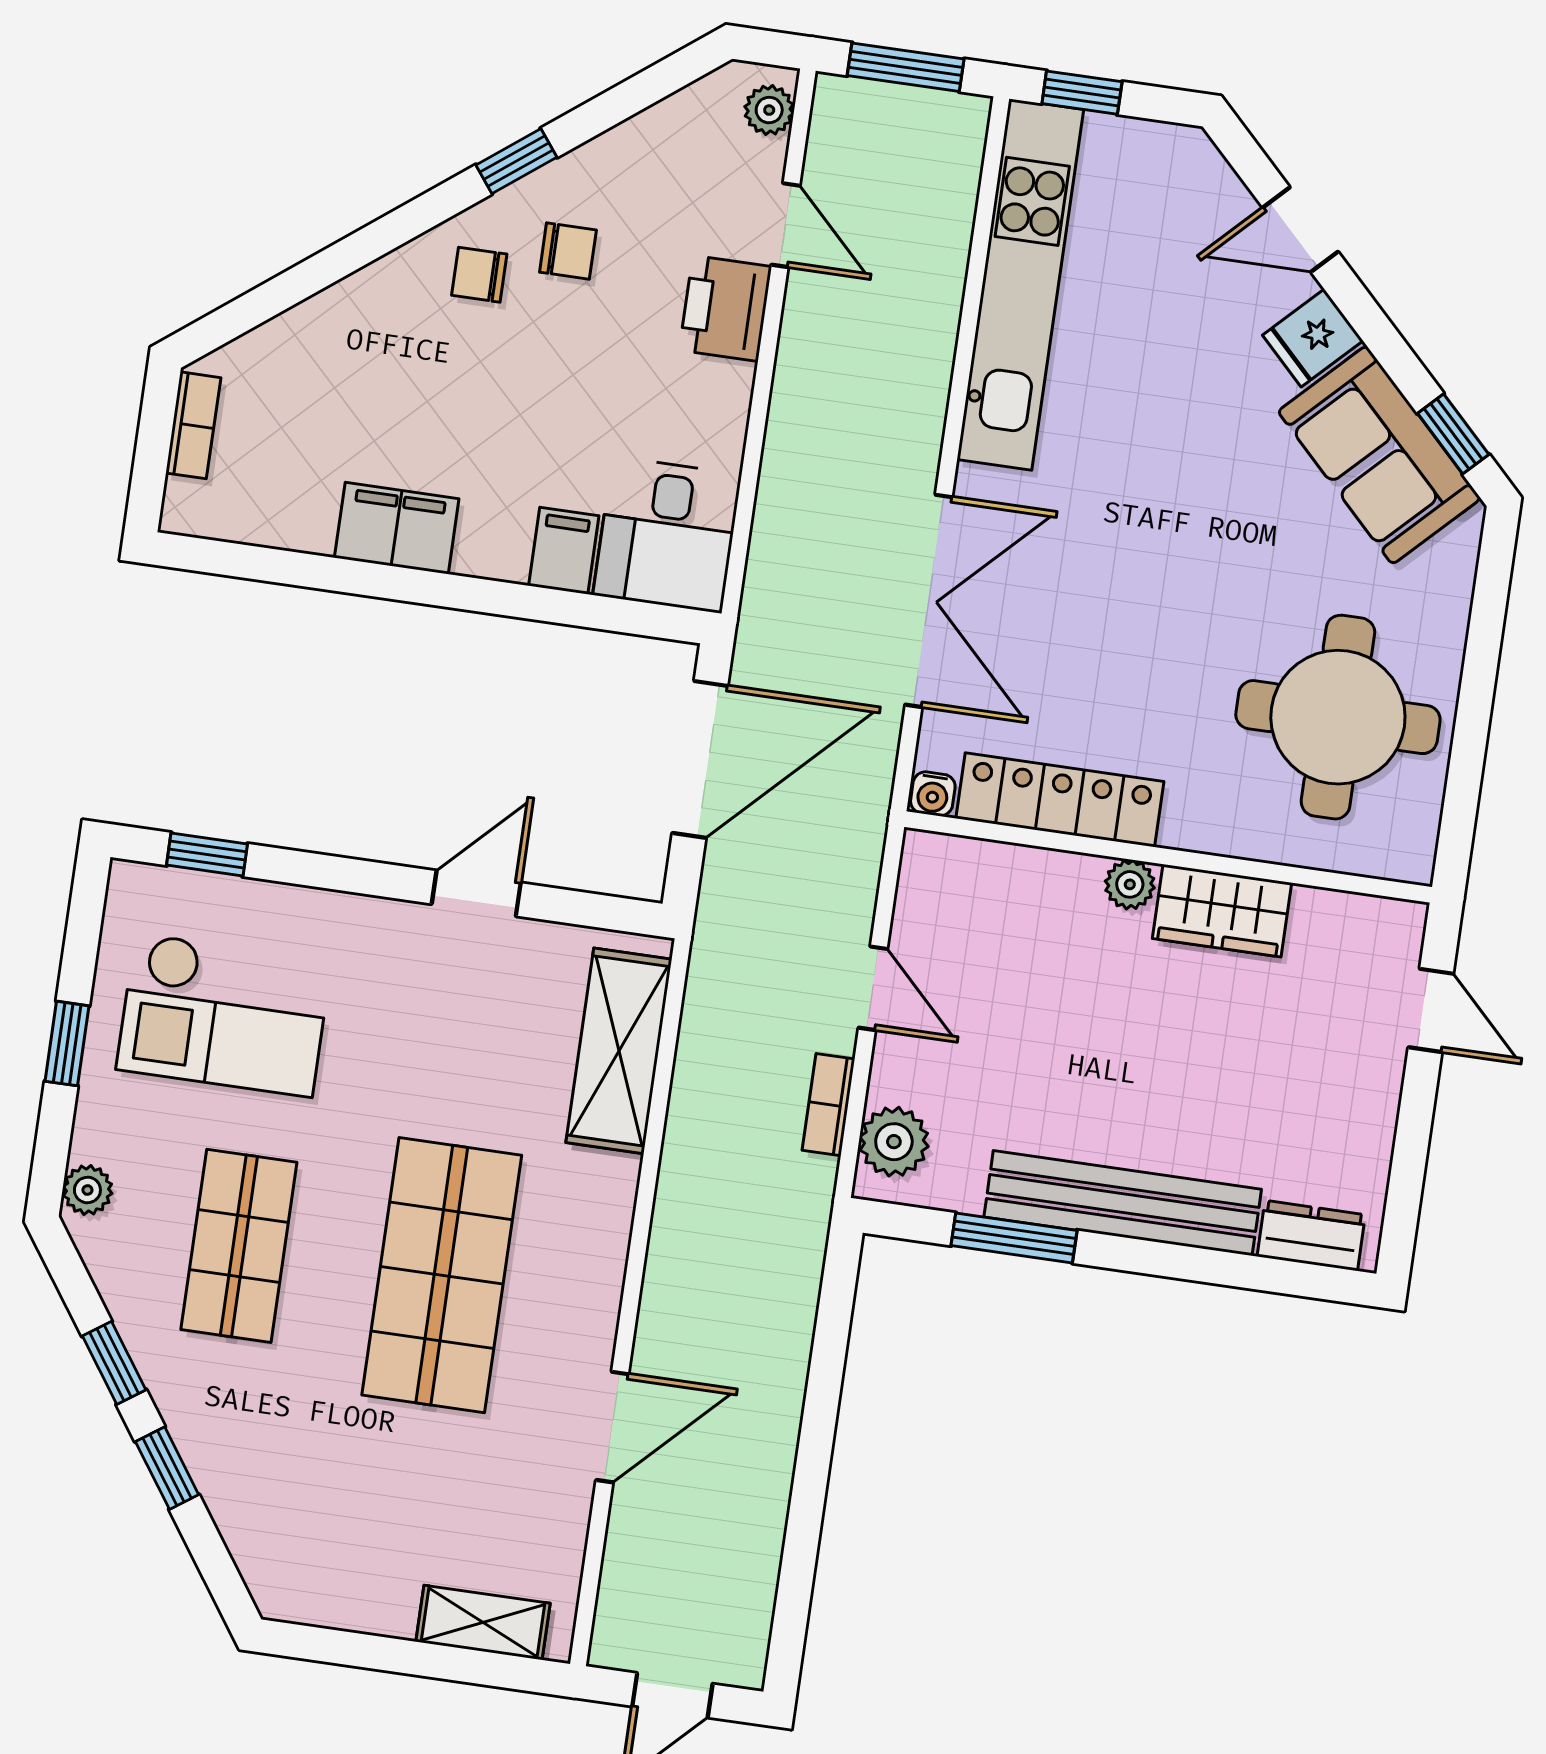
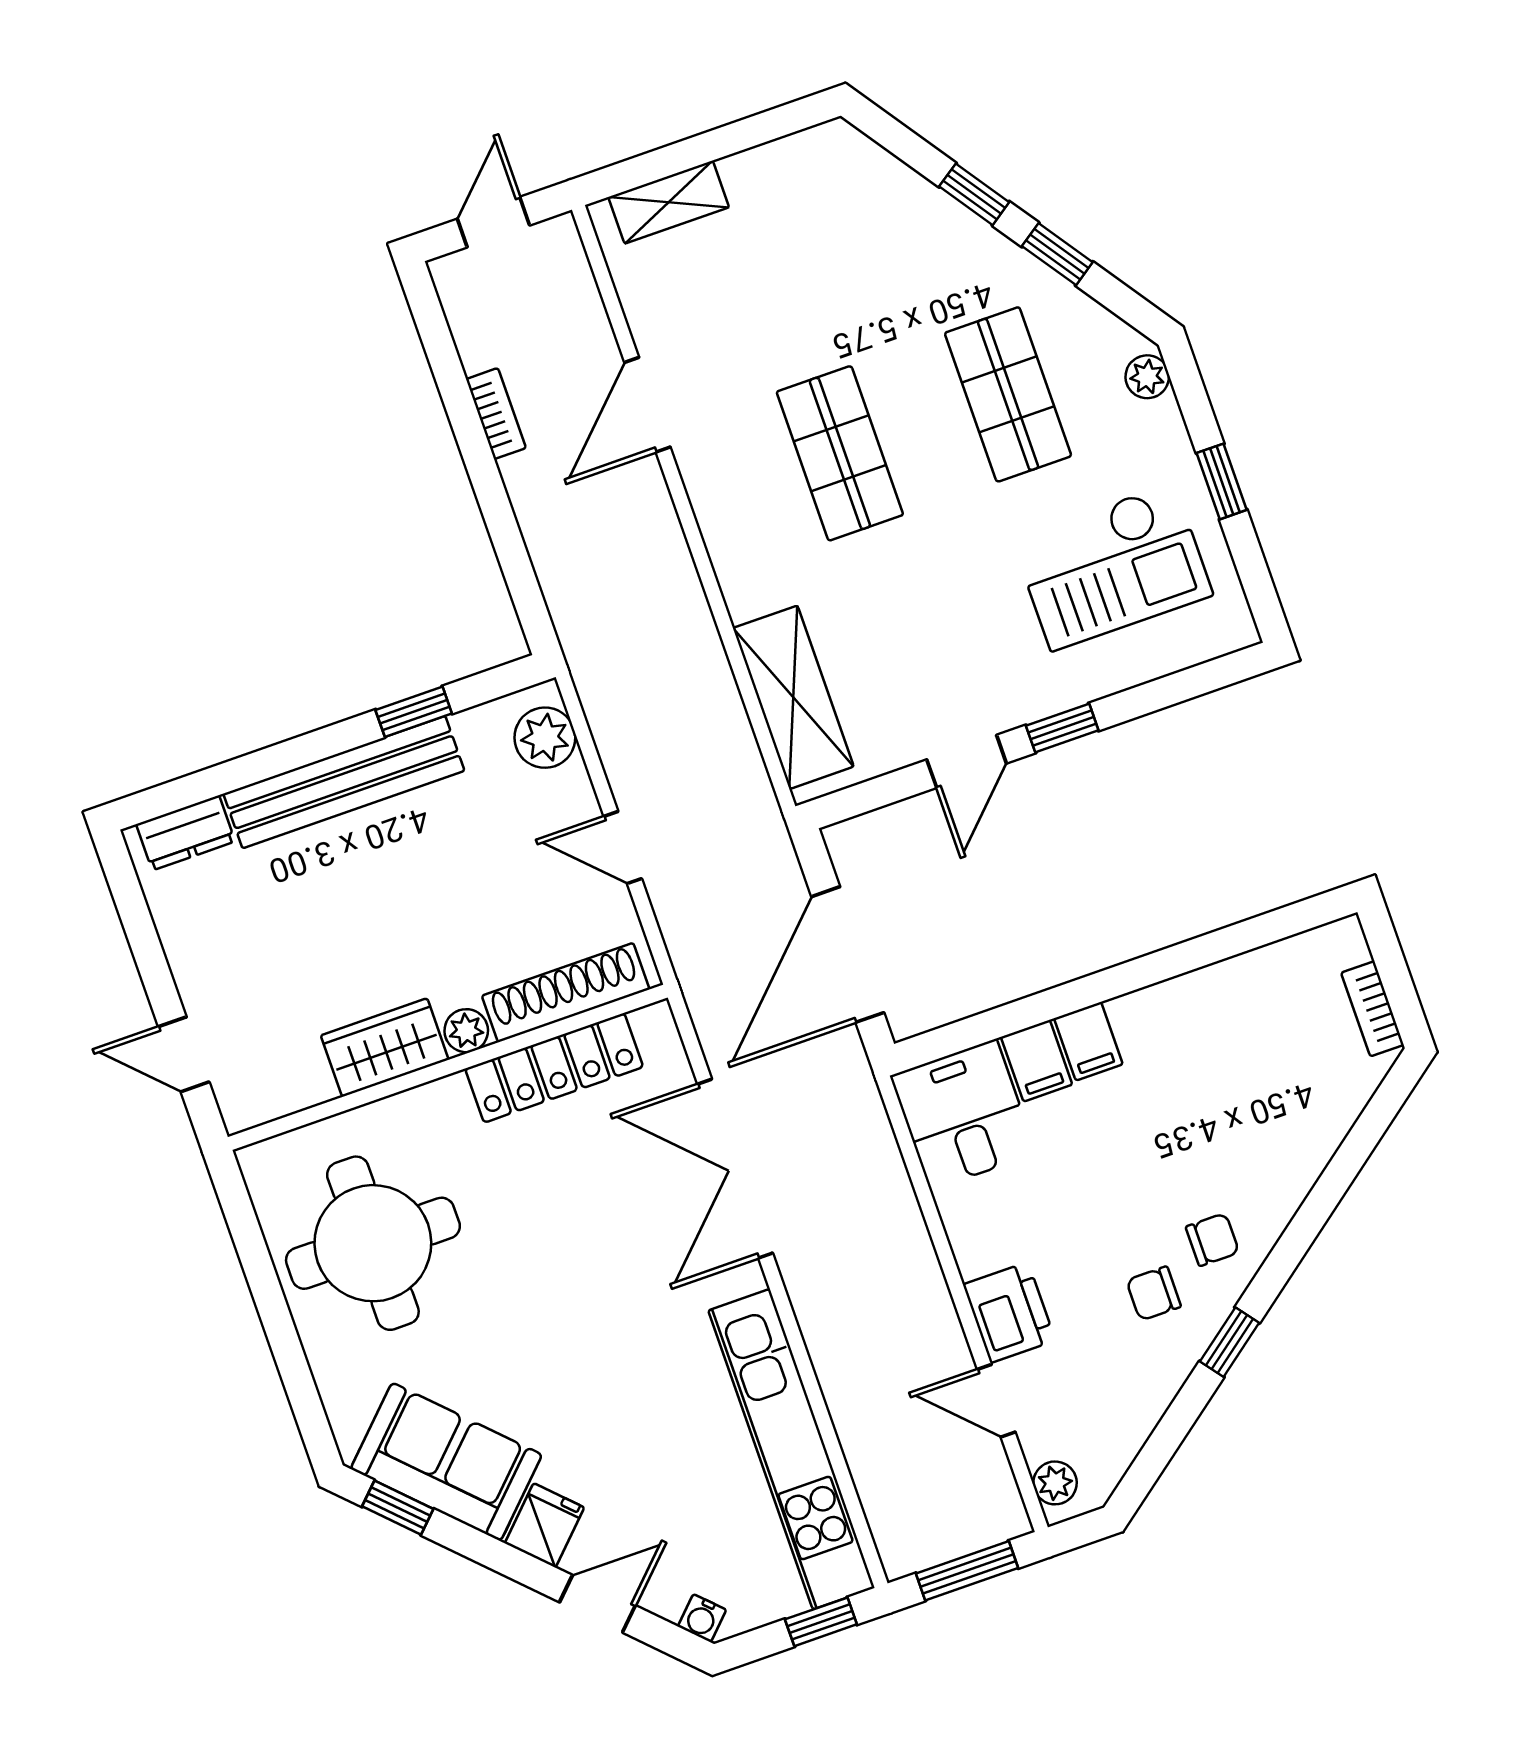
filing cabinet: (397, 528) -> (1088, 1041), moved, width x0.50
water cooler: (933, 794) -> (702, 1618), moved, turned -135
window: (207, 855) -> (1062, 728), moved
shoe rack: (1008, 871) -> (566, 993), added
checkout: (224, 1015) -> (1112, 567), turned 180
bookcase: (828, 1105) -> (496, 414), moved
window: (1014, 1238) -> (414, 712), width x0.67
shop shelf: (442, 1275) -> (840, 453), width x0.70, depth x0.74

